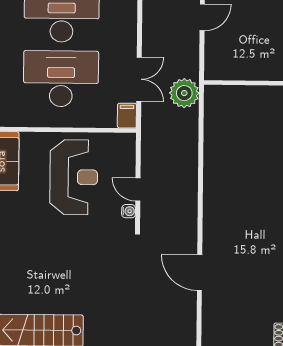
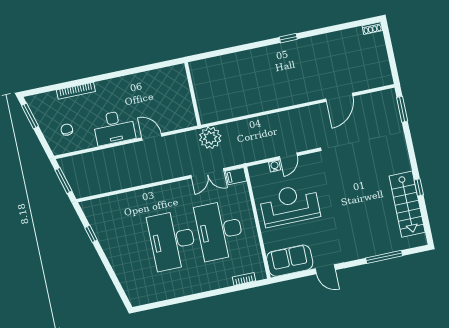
double door: (139, 79) -> (207, 173), swing flipped
water cooler: (129, 211) -> (275, 166), moved

